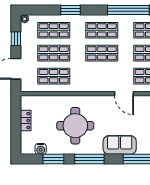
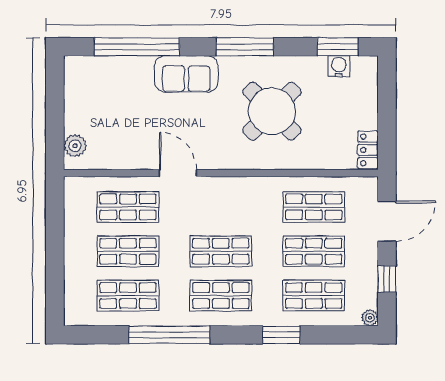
locker: (26, 121) -> (368, 150), moved
round table: (75, 126) -> (272, 111), turned 45
window: (53, 159) -> (338, 47), moved

